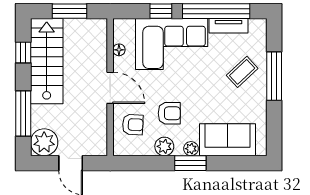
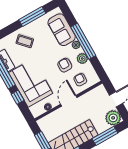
window: (274, 76) -> (32, 17), moved
window: (190, 163) -> (83, 41), width x2.11

